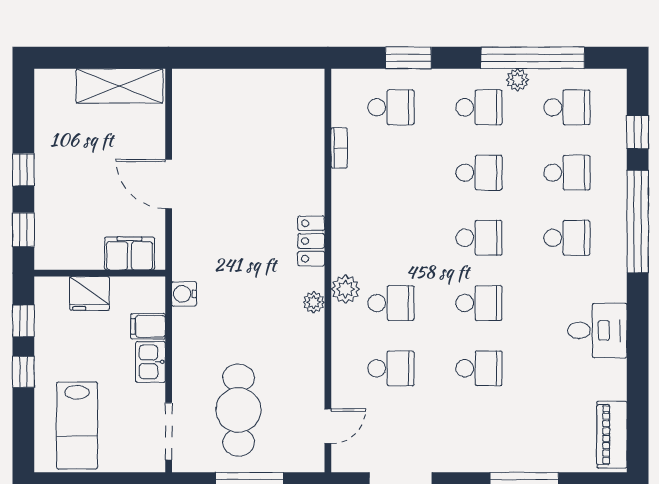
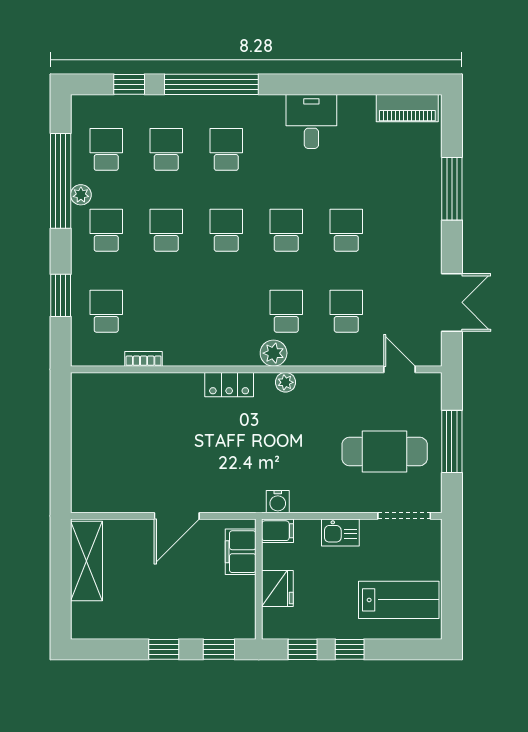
filing cabinet: (148, 326) -> (278, 531), moved, turned -90

